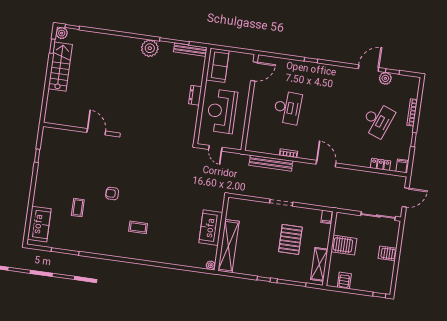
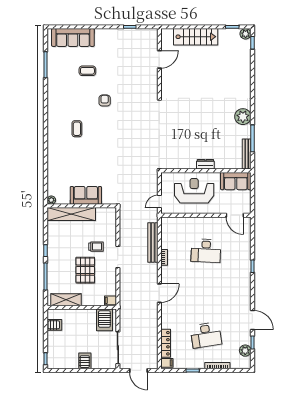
stairs: (60, 67) -> (196, 37), moved
plant: (385, 78) -> (245, 351), moved
desk: (378, 120) -> (206, 335), turned -30
door: (96, 132) -> (159, 59), moved
door: (215, 148) -> (159, 201), moved
locker: (381, 164) -> (166, 343), width x1.53
sofa: (39, 224) -> (73, 37), width x1.36
trolley: (267, 224) -> (96, 247), added
pallet: (290, 239) -> (85, 270), turned 90
server rack: (344, 245) -> (104, 320), moved

